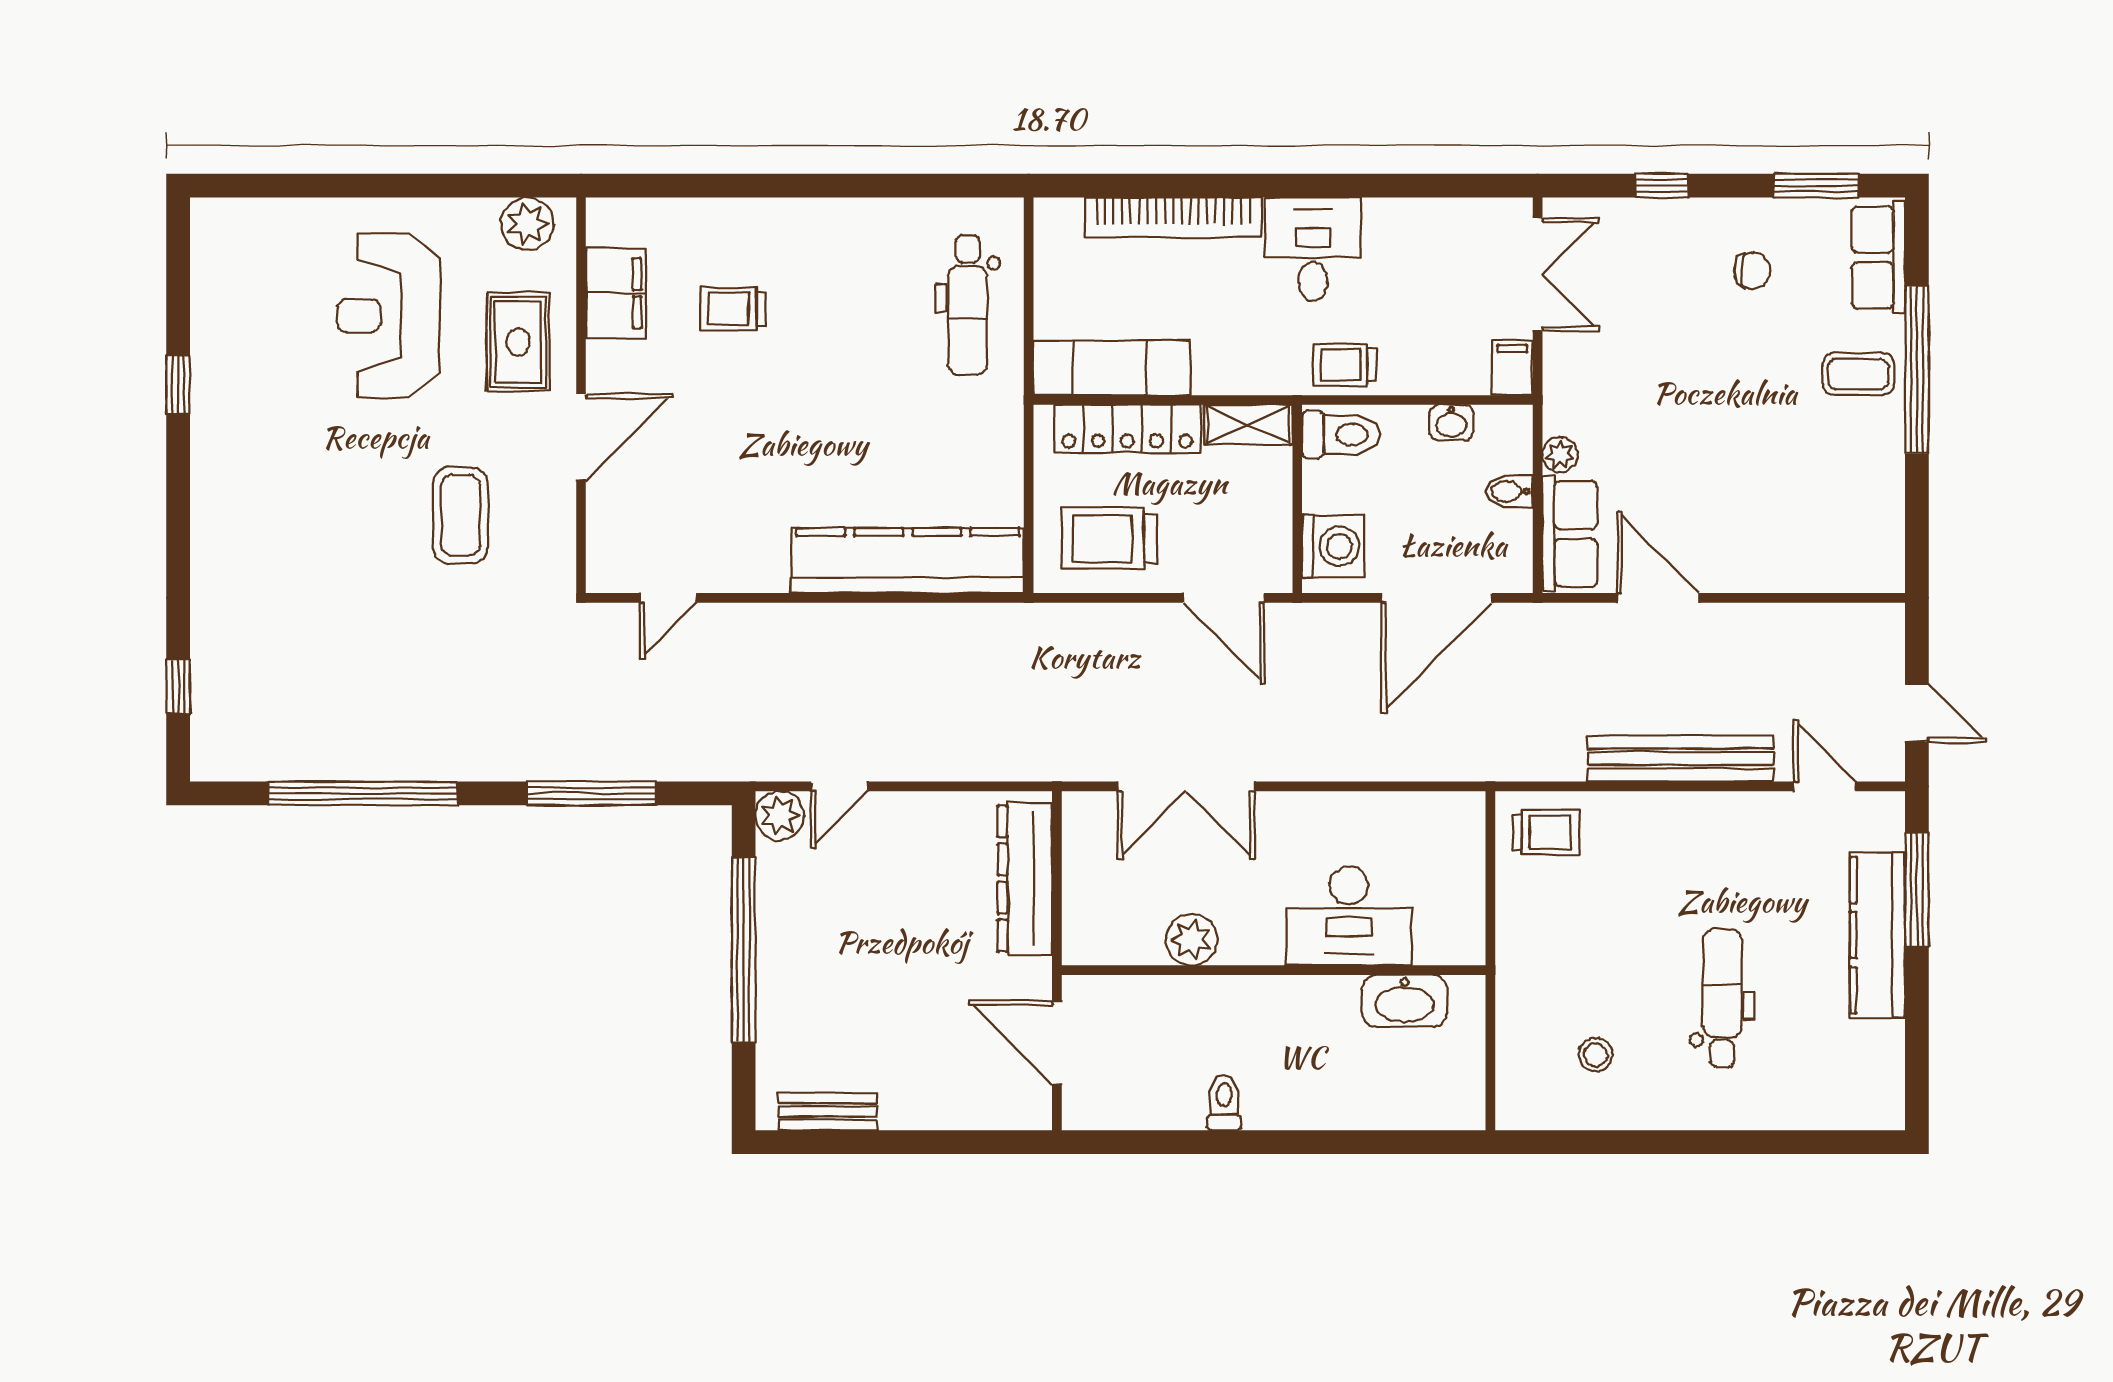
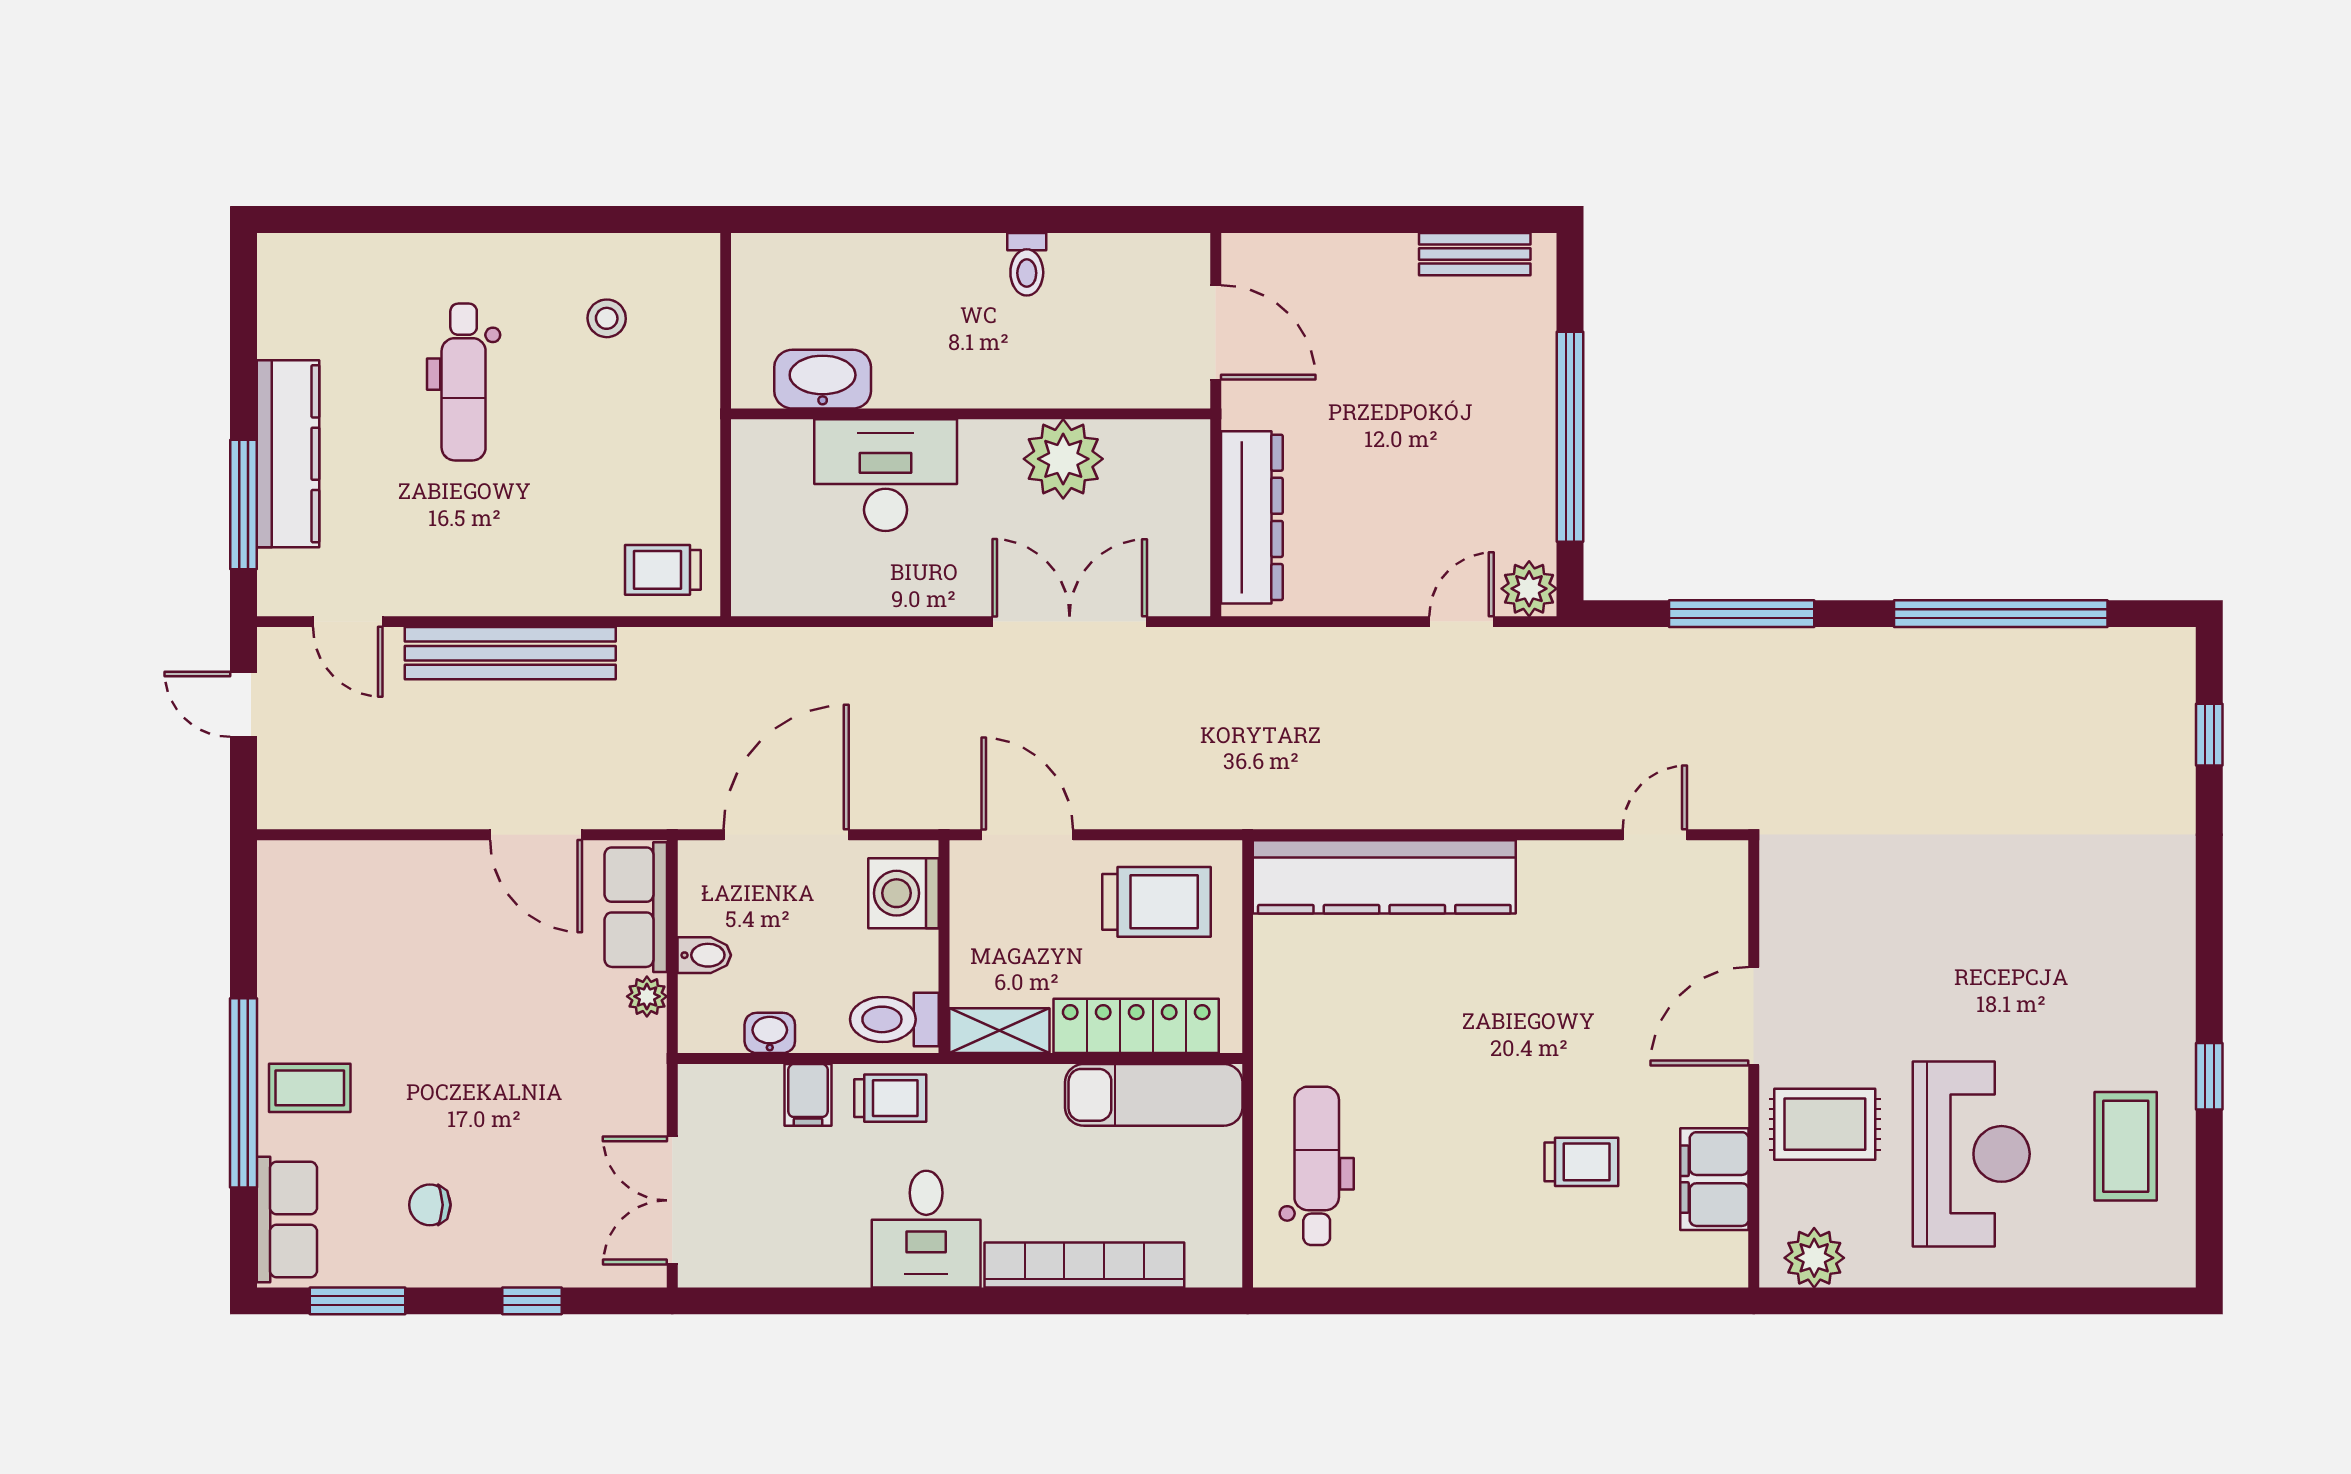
rug: (518, 342) -> (1825, 1124), turned 90
filing cabinet: (1512, 368) -> (808, 1095), moved
coffee table: (461, 515) -> (2126, 1146), moved
plant: (1192, 940) -> (1063, 459), width x1.36, depth x1.36

